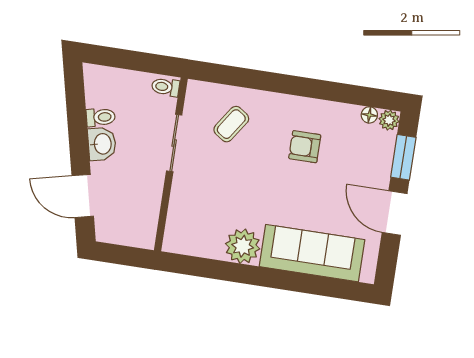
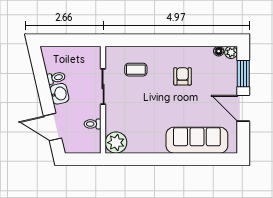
toilet: (165, 87) -> (93, 124), moved
coffee table: (231, 124) -> (136, 70), turned 56
armchair: (305, 147) -> (182, 76), turned 90
plant: (243, 246) -> (116, 143), moved

